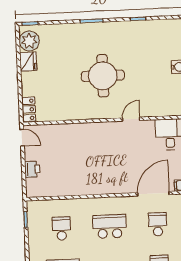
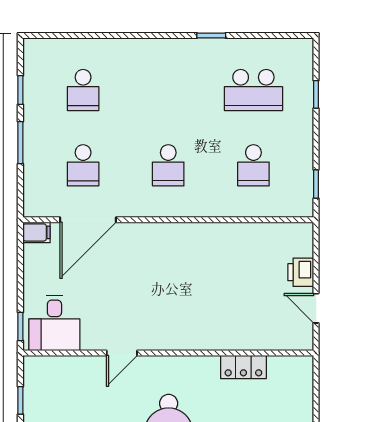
locker: (29, 109) -> (243, 367), moved, turned -90
door: (22, 138) -> (316, 308), moved
school desk: (110, 226) -> (168, 165), width x0.54

